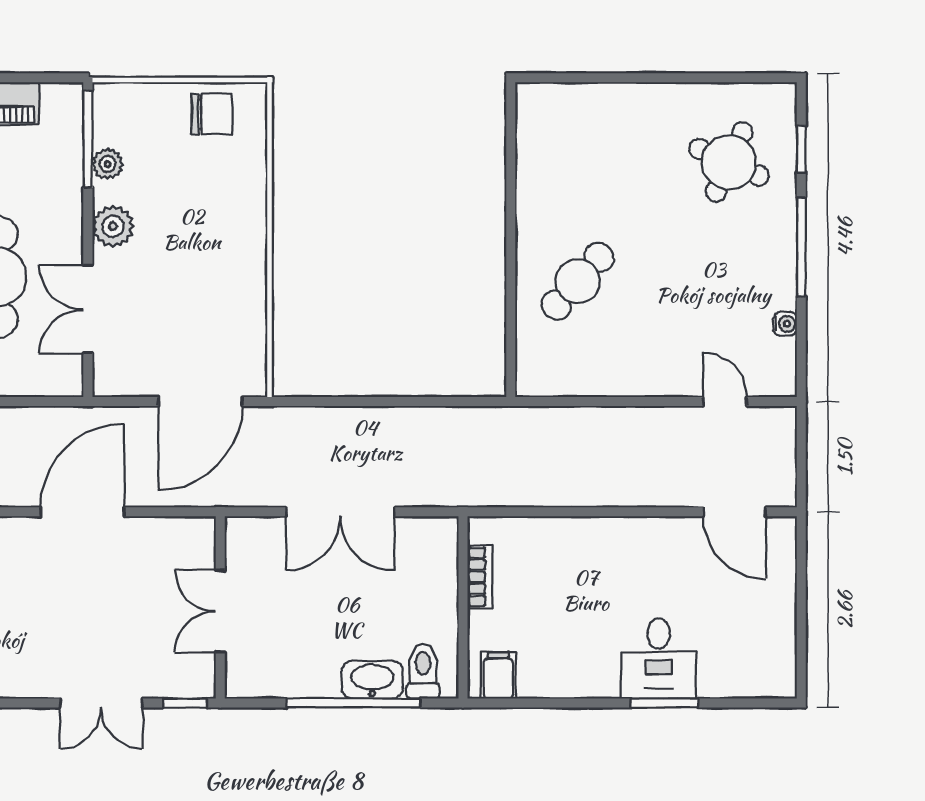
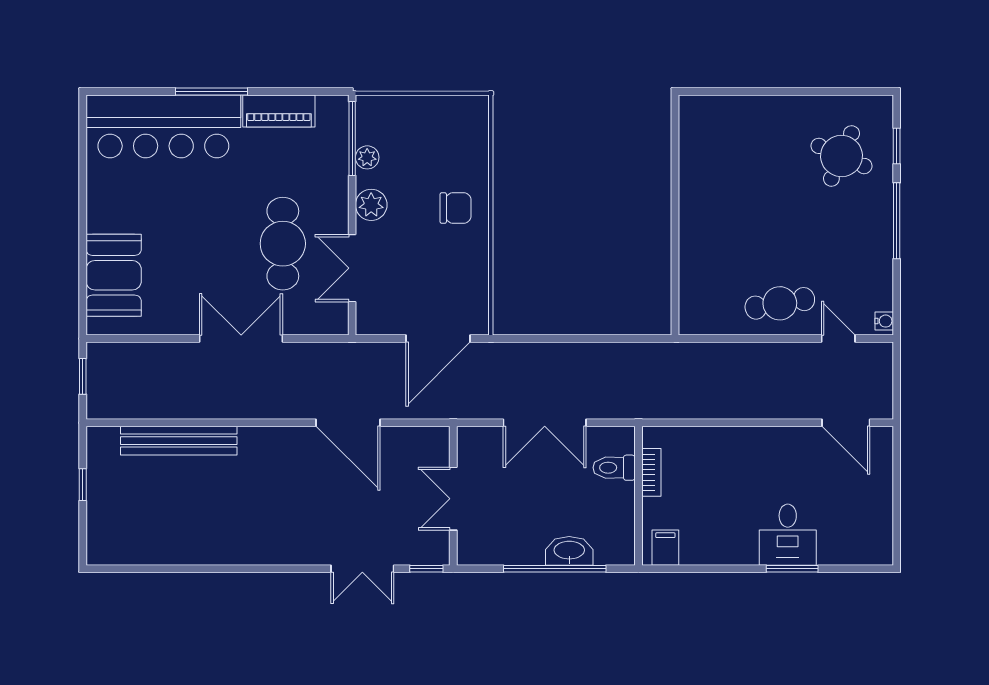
chair: (212, 114) -> (456, 208), moved
cafe table: (578, 281) -> (780, 303), moved, turned 38
water cooler: (785, 324) -> (884, 321), moved
door: (82, 512) -> (348, 423), swing flipped
toilet: (423, 671) -> (614, 468), moved, turned -90

